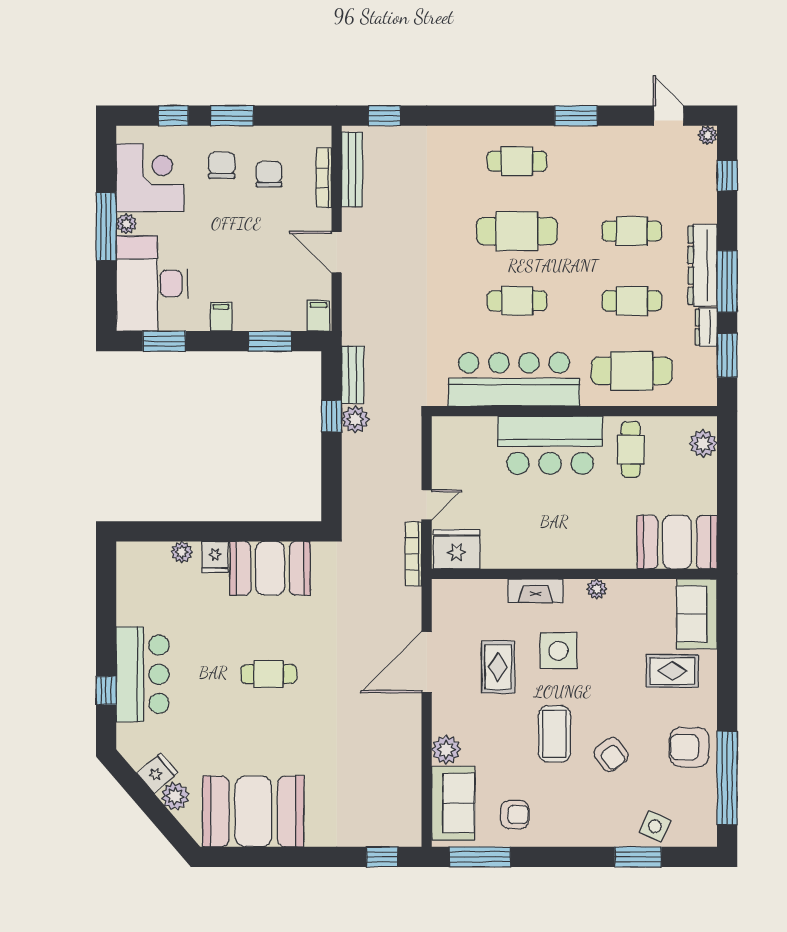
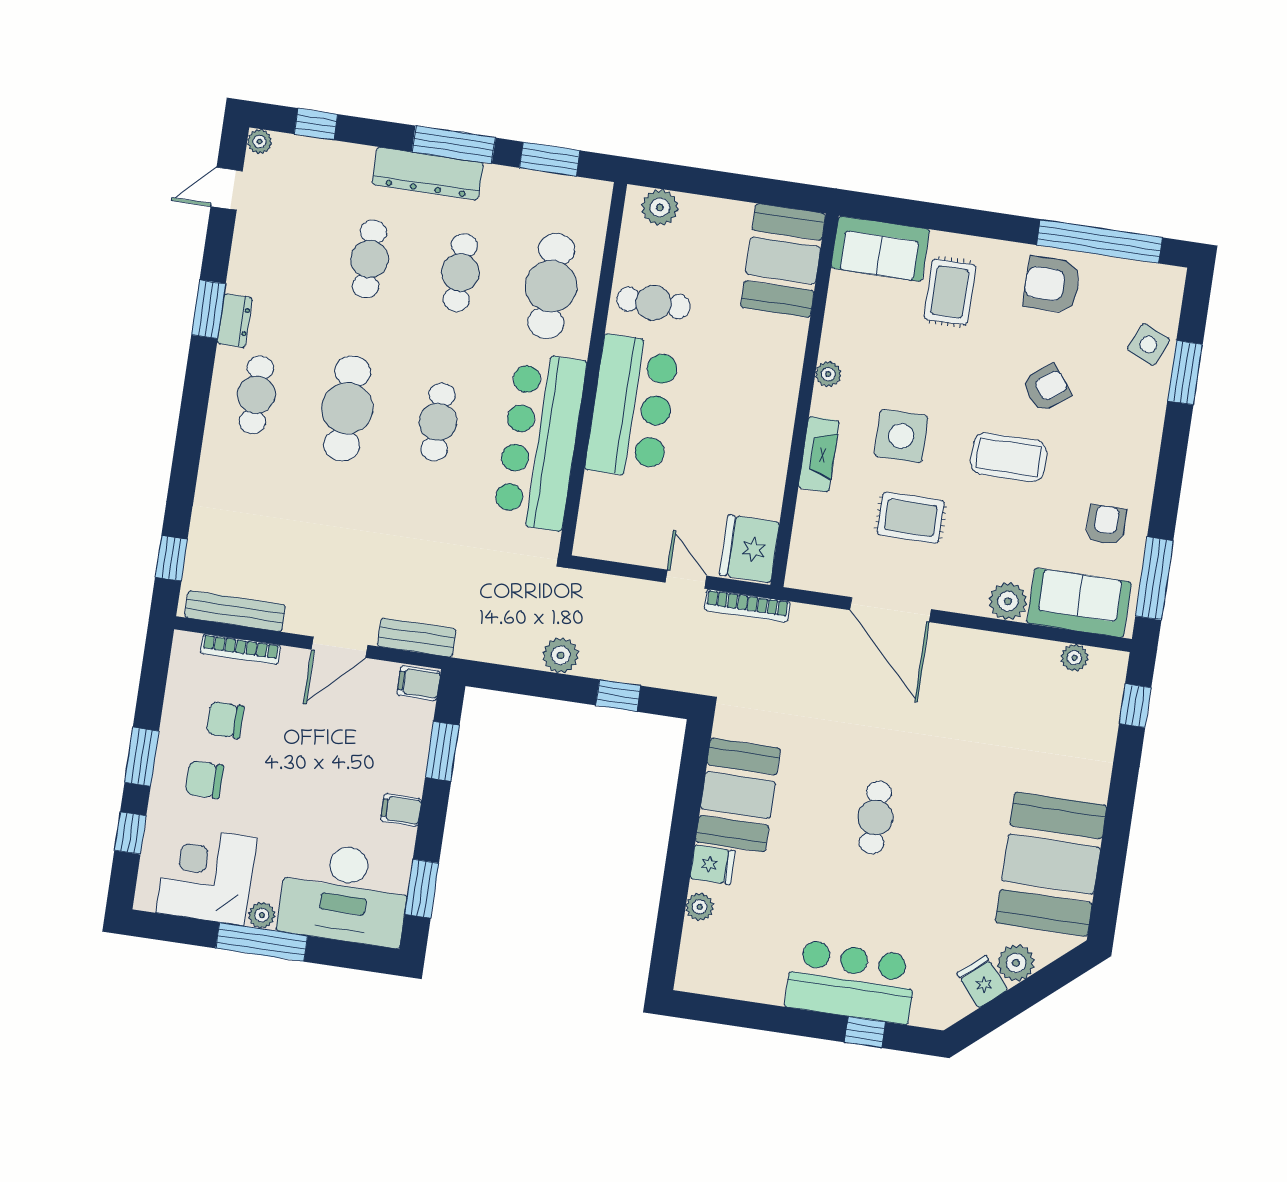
dresser: (706, 327) -> (235, 321), moved, turned -90
bench: (353, 375) -> (417, 637), moved
window: (332, 416) -> (618, 696), moved
armchair: (689, 747) -> (1052, 285), turned 90
plant: (411, 806) -> (1074, 658), added

